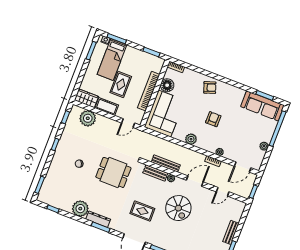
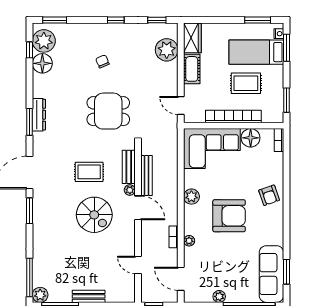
rug: (121, 85) -> (246, 83), moved
armchair: (213, 119) -> (229, 216), width x1.88, depth x1.88
dining table: (113, 172) -> (108, 111), turned 90
door: (195, 181) -> (138, 208), moved
floor lamp: (65, 204) -> (42, 63), added
spiral stairs: (178, 208) -> (94, 215), turned -90
plant: (80, 209) -> (44, 41), moved
rug: (142, 211) -> (89, 172), moved, turned 90

